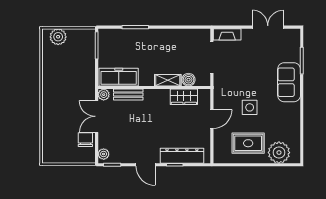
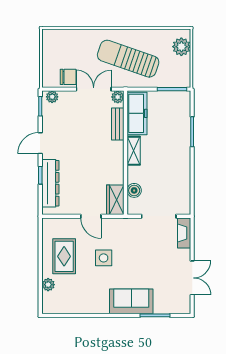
shelving: (168, 80) -> (134, 151), moved
sun lounger: (69, 85) -> (128, 59), added
wardrobe: (184, 97) -> (115, 200), moved
plant: (279, 153) -> (48, 285), width x0.53, depth x0.53

